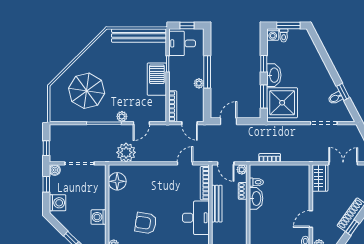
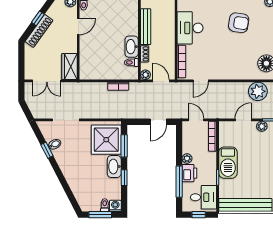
printer: (196, 68) -> (189, 173), added
window: (207, 72) -> (179, 182), moved
bench: (217, 204) -> (146, 27), moved

